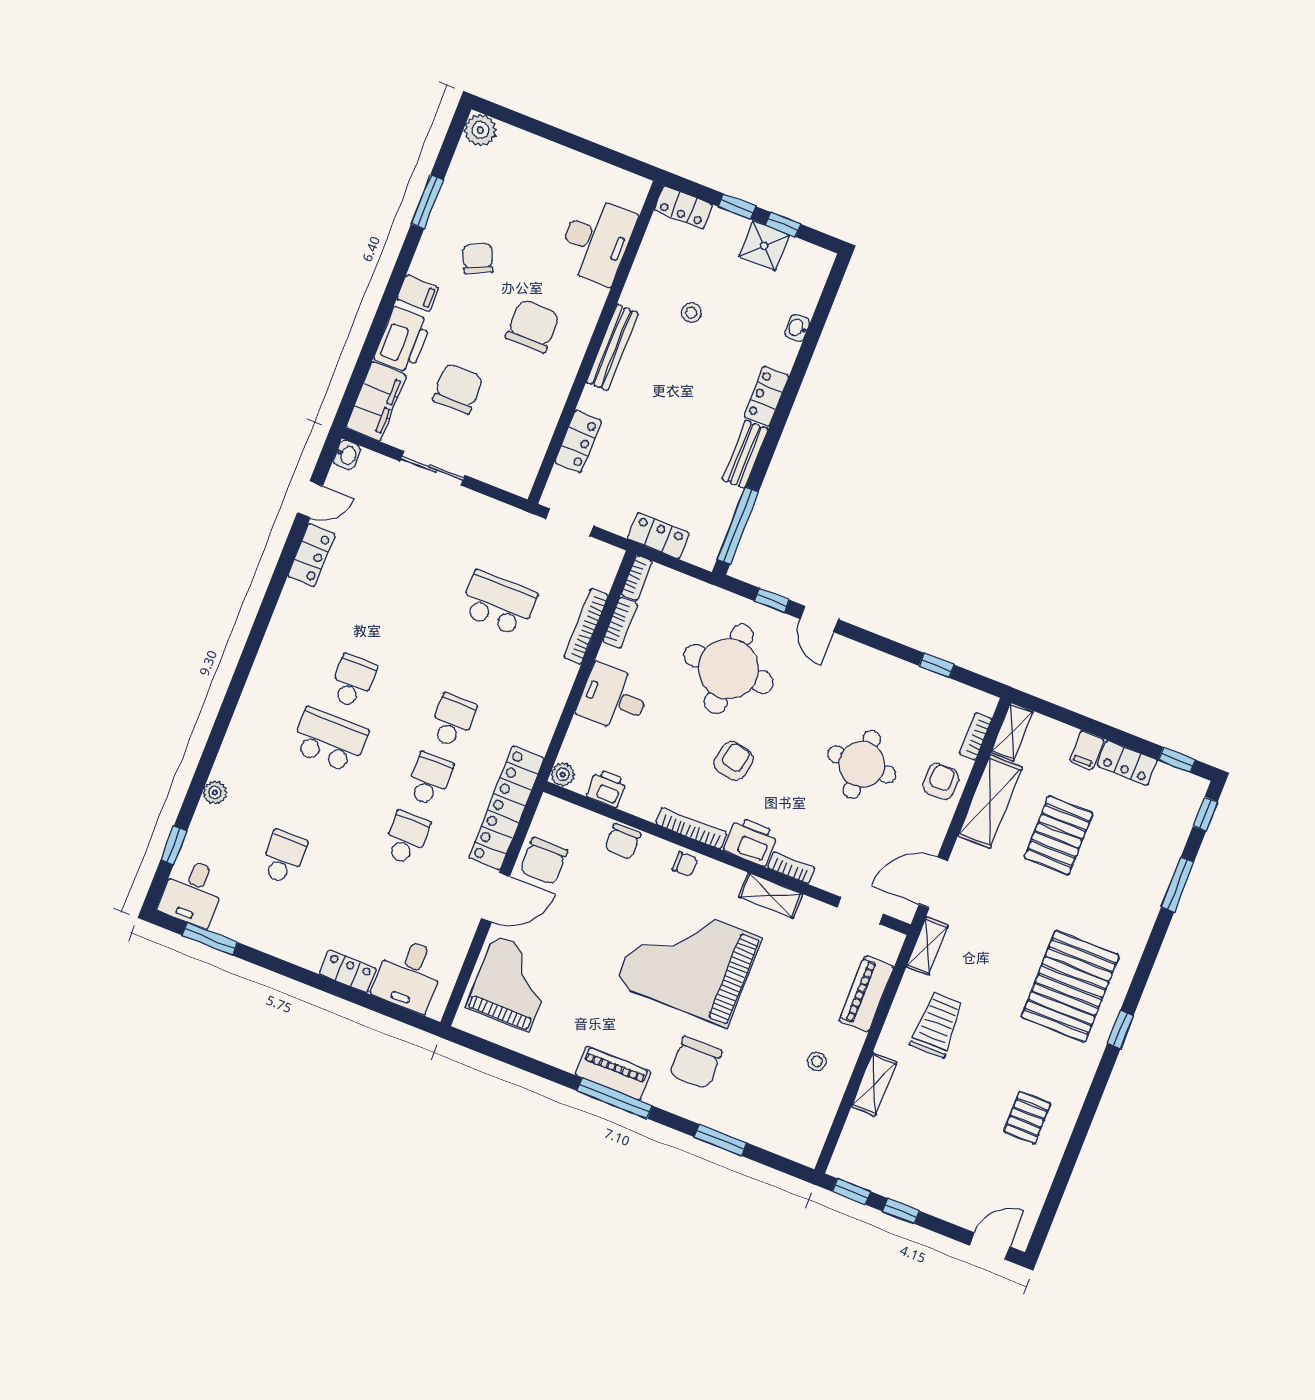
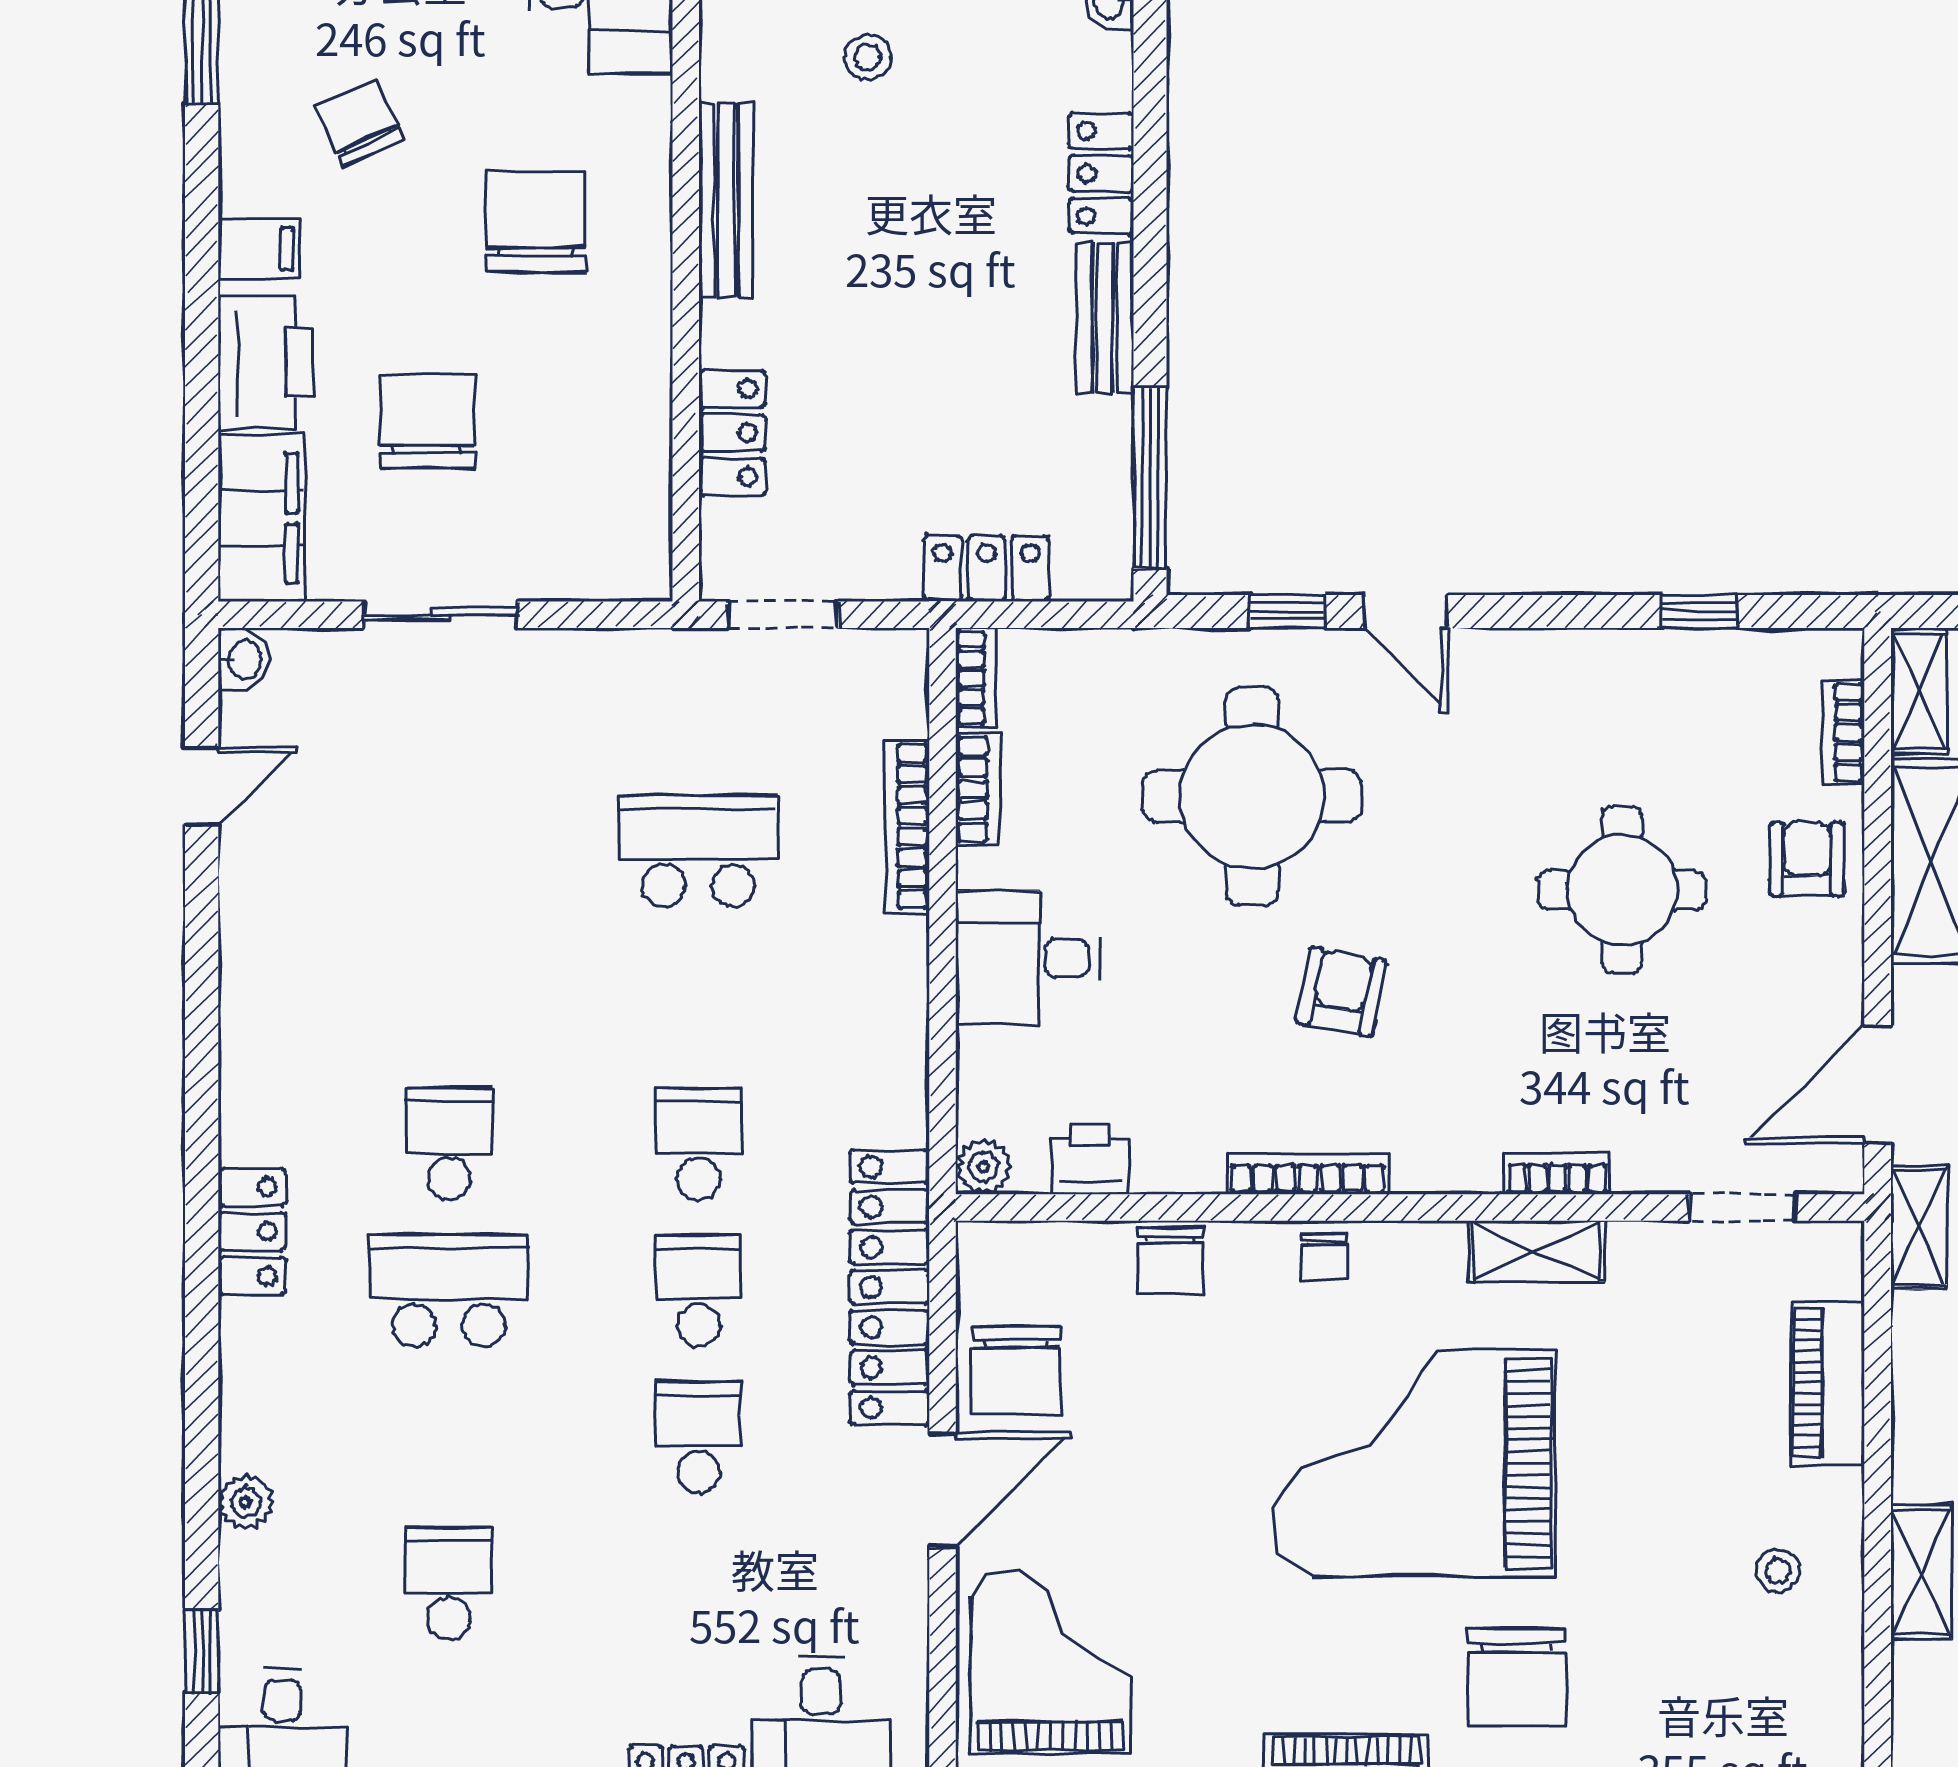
locker: (311, 555) -> (252, 1231), moved
printer: (751, 841) -> (1447, 1151), removed
chair: (685, 864) -> (1324, 1257), turned 90

